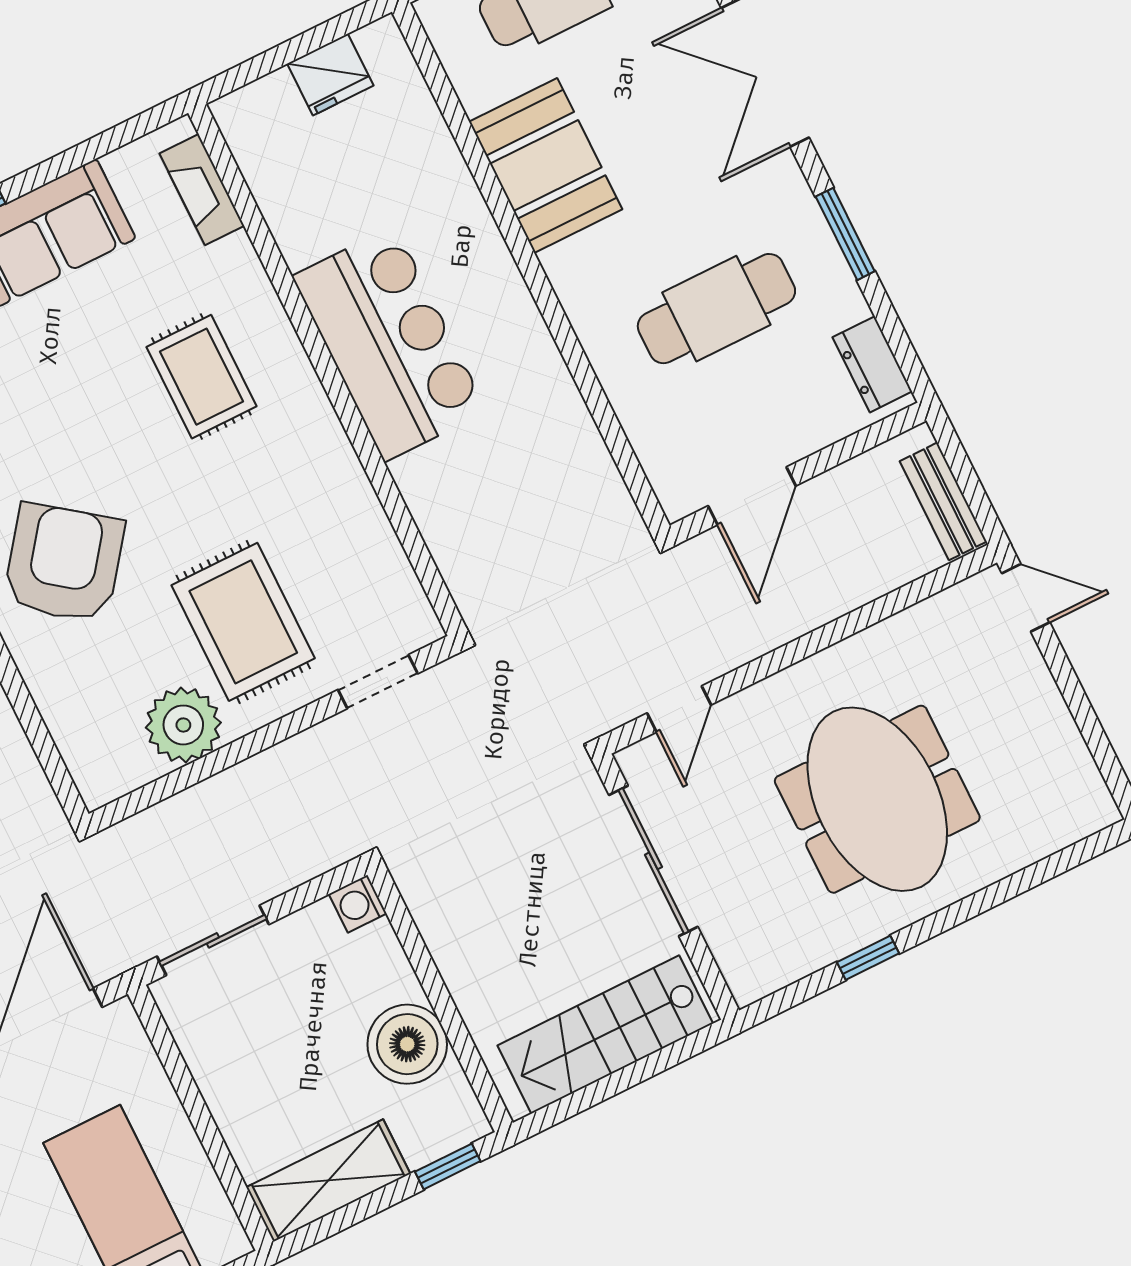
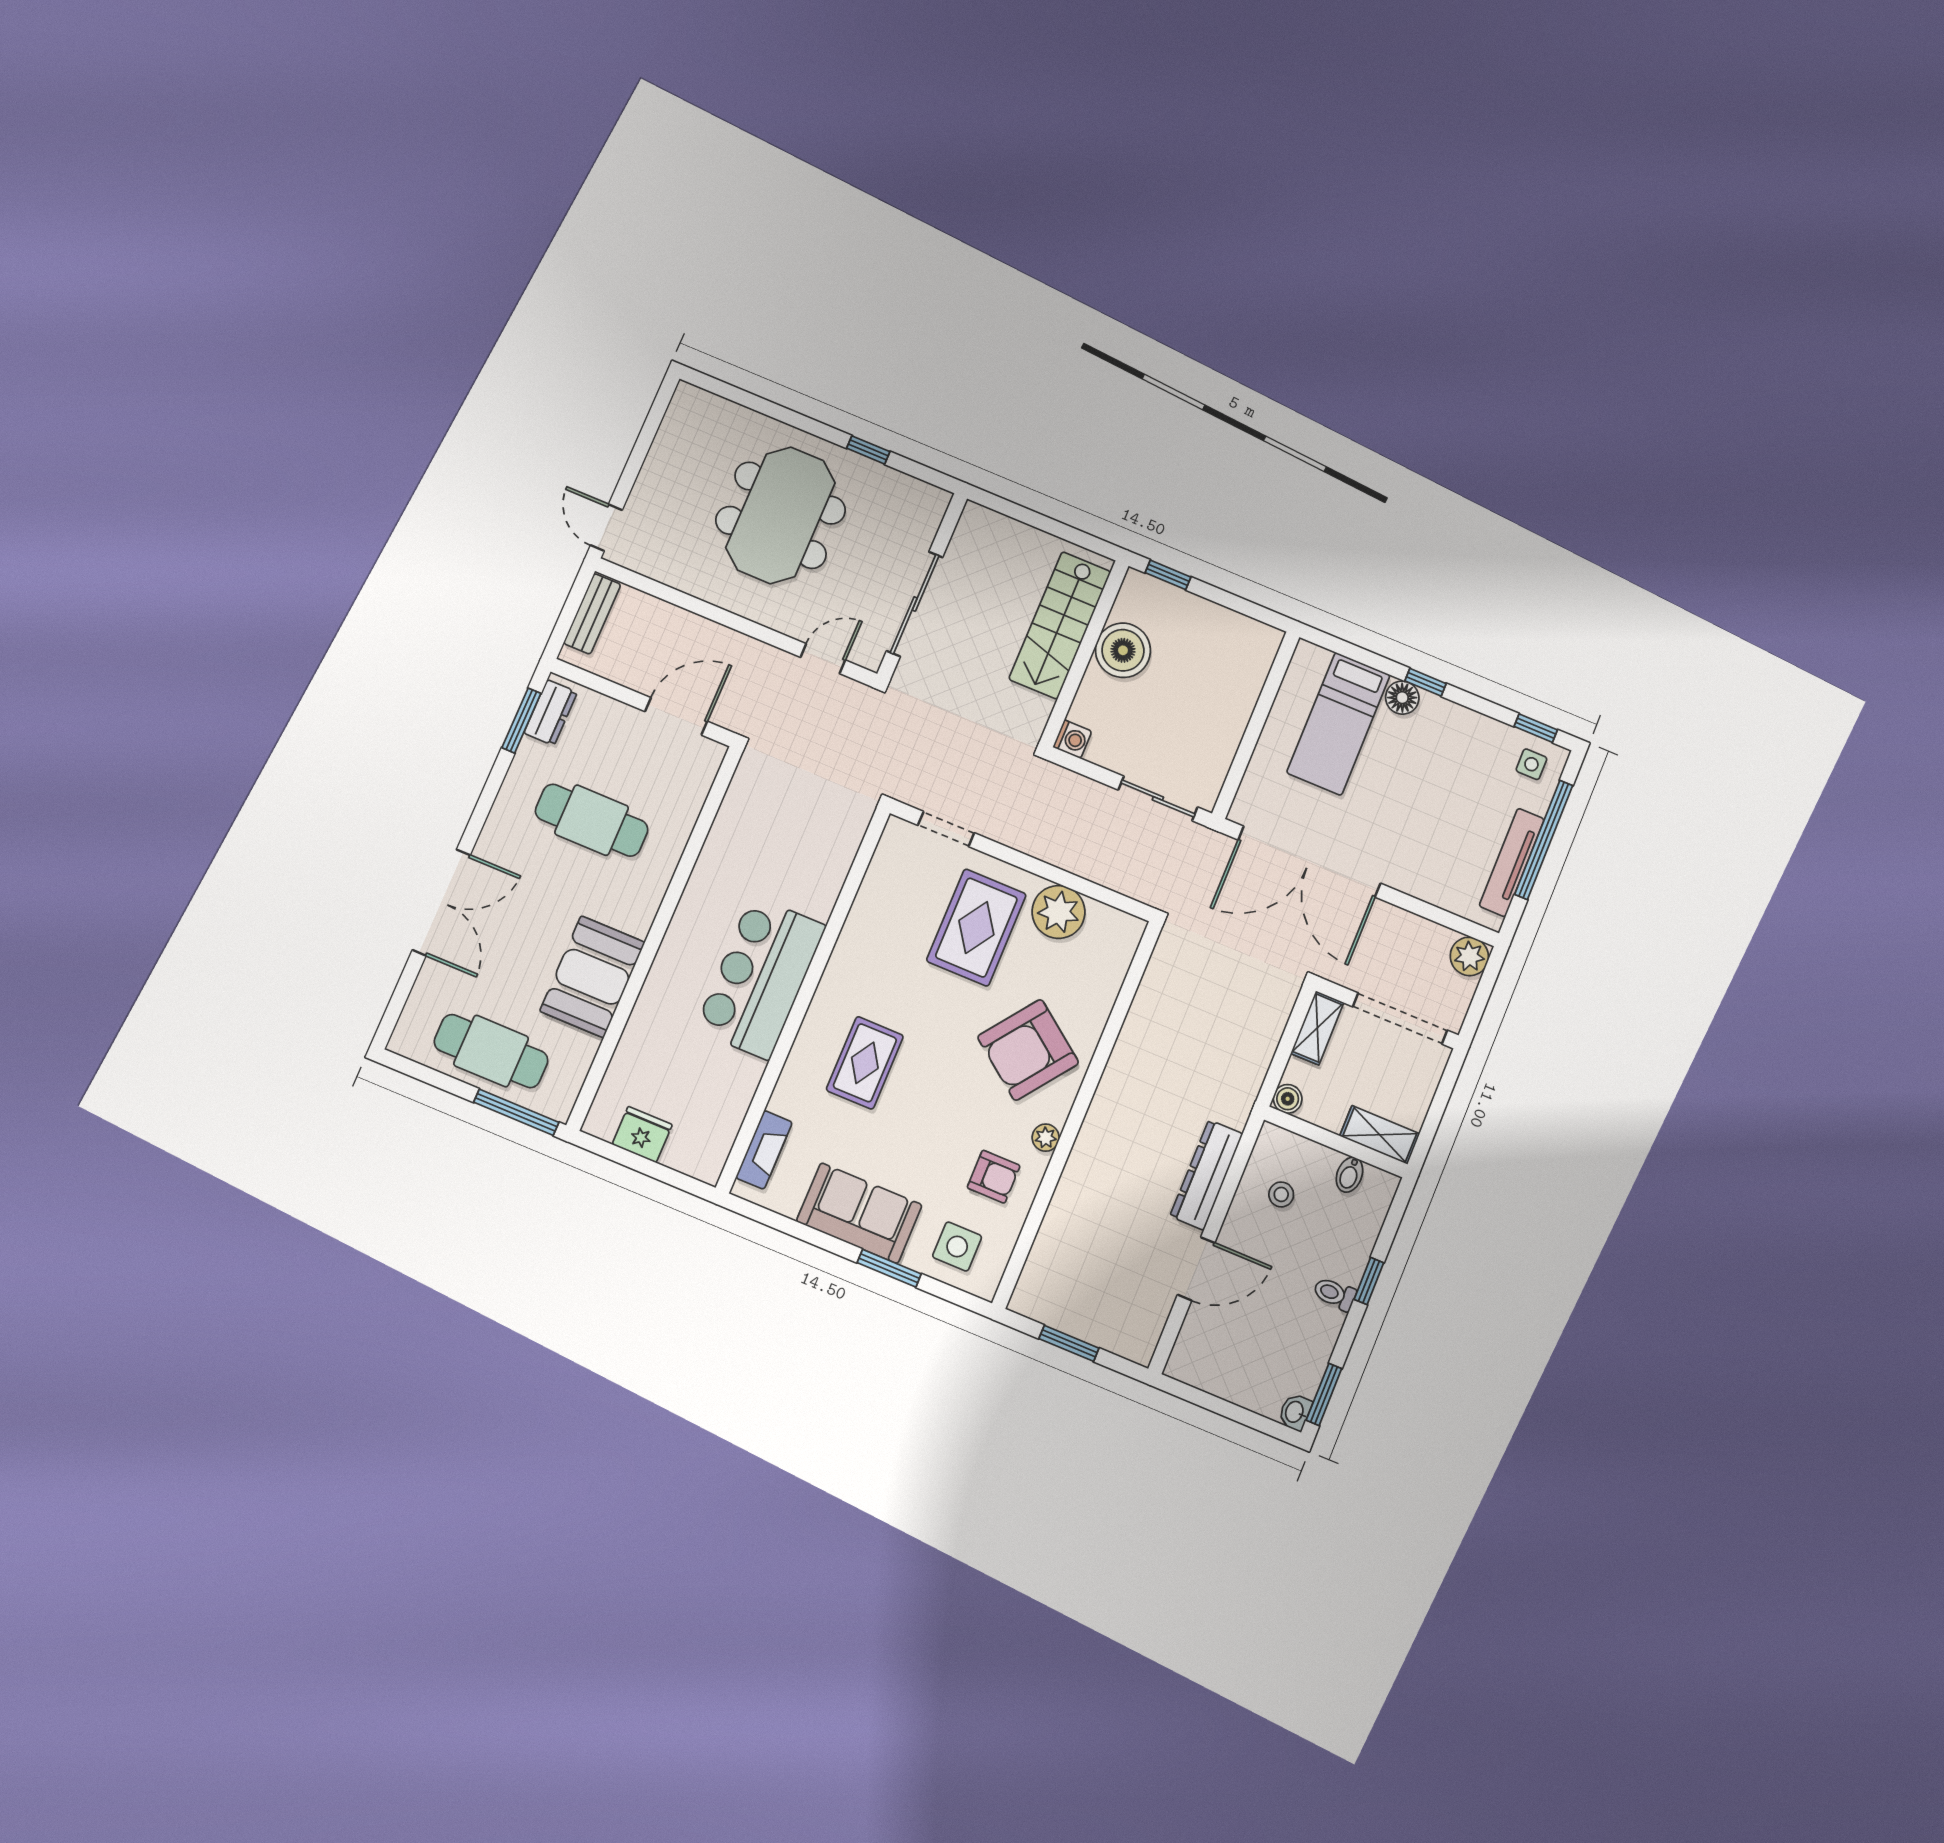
window: (845, 234) -> (521, 721), moved
stairs: (605, 1034) -> (1060, 625), moved, turned 90
shelving: (328, 1181) -> (1230, 631), removed

